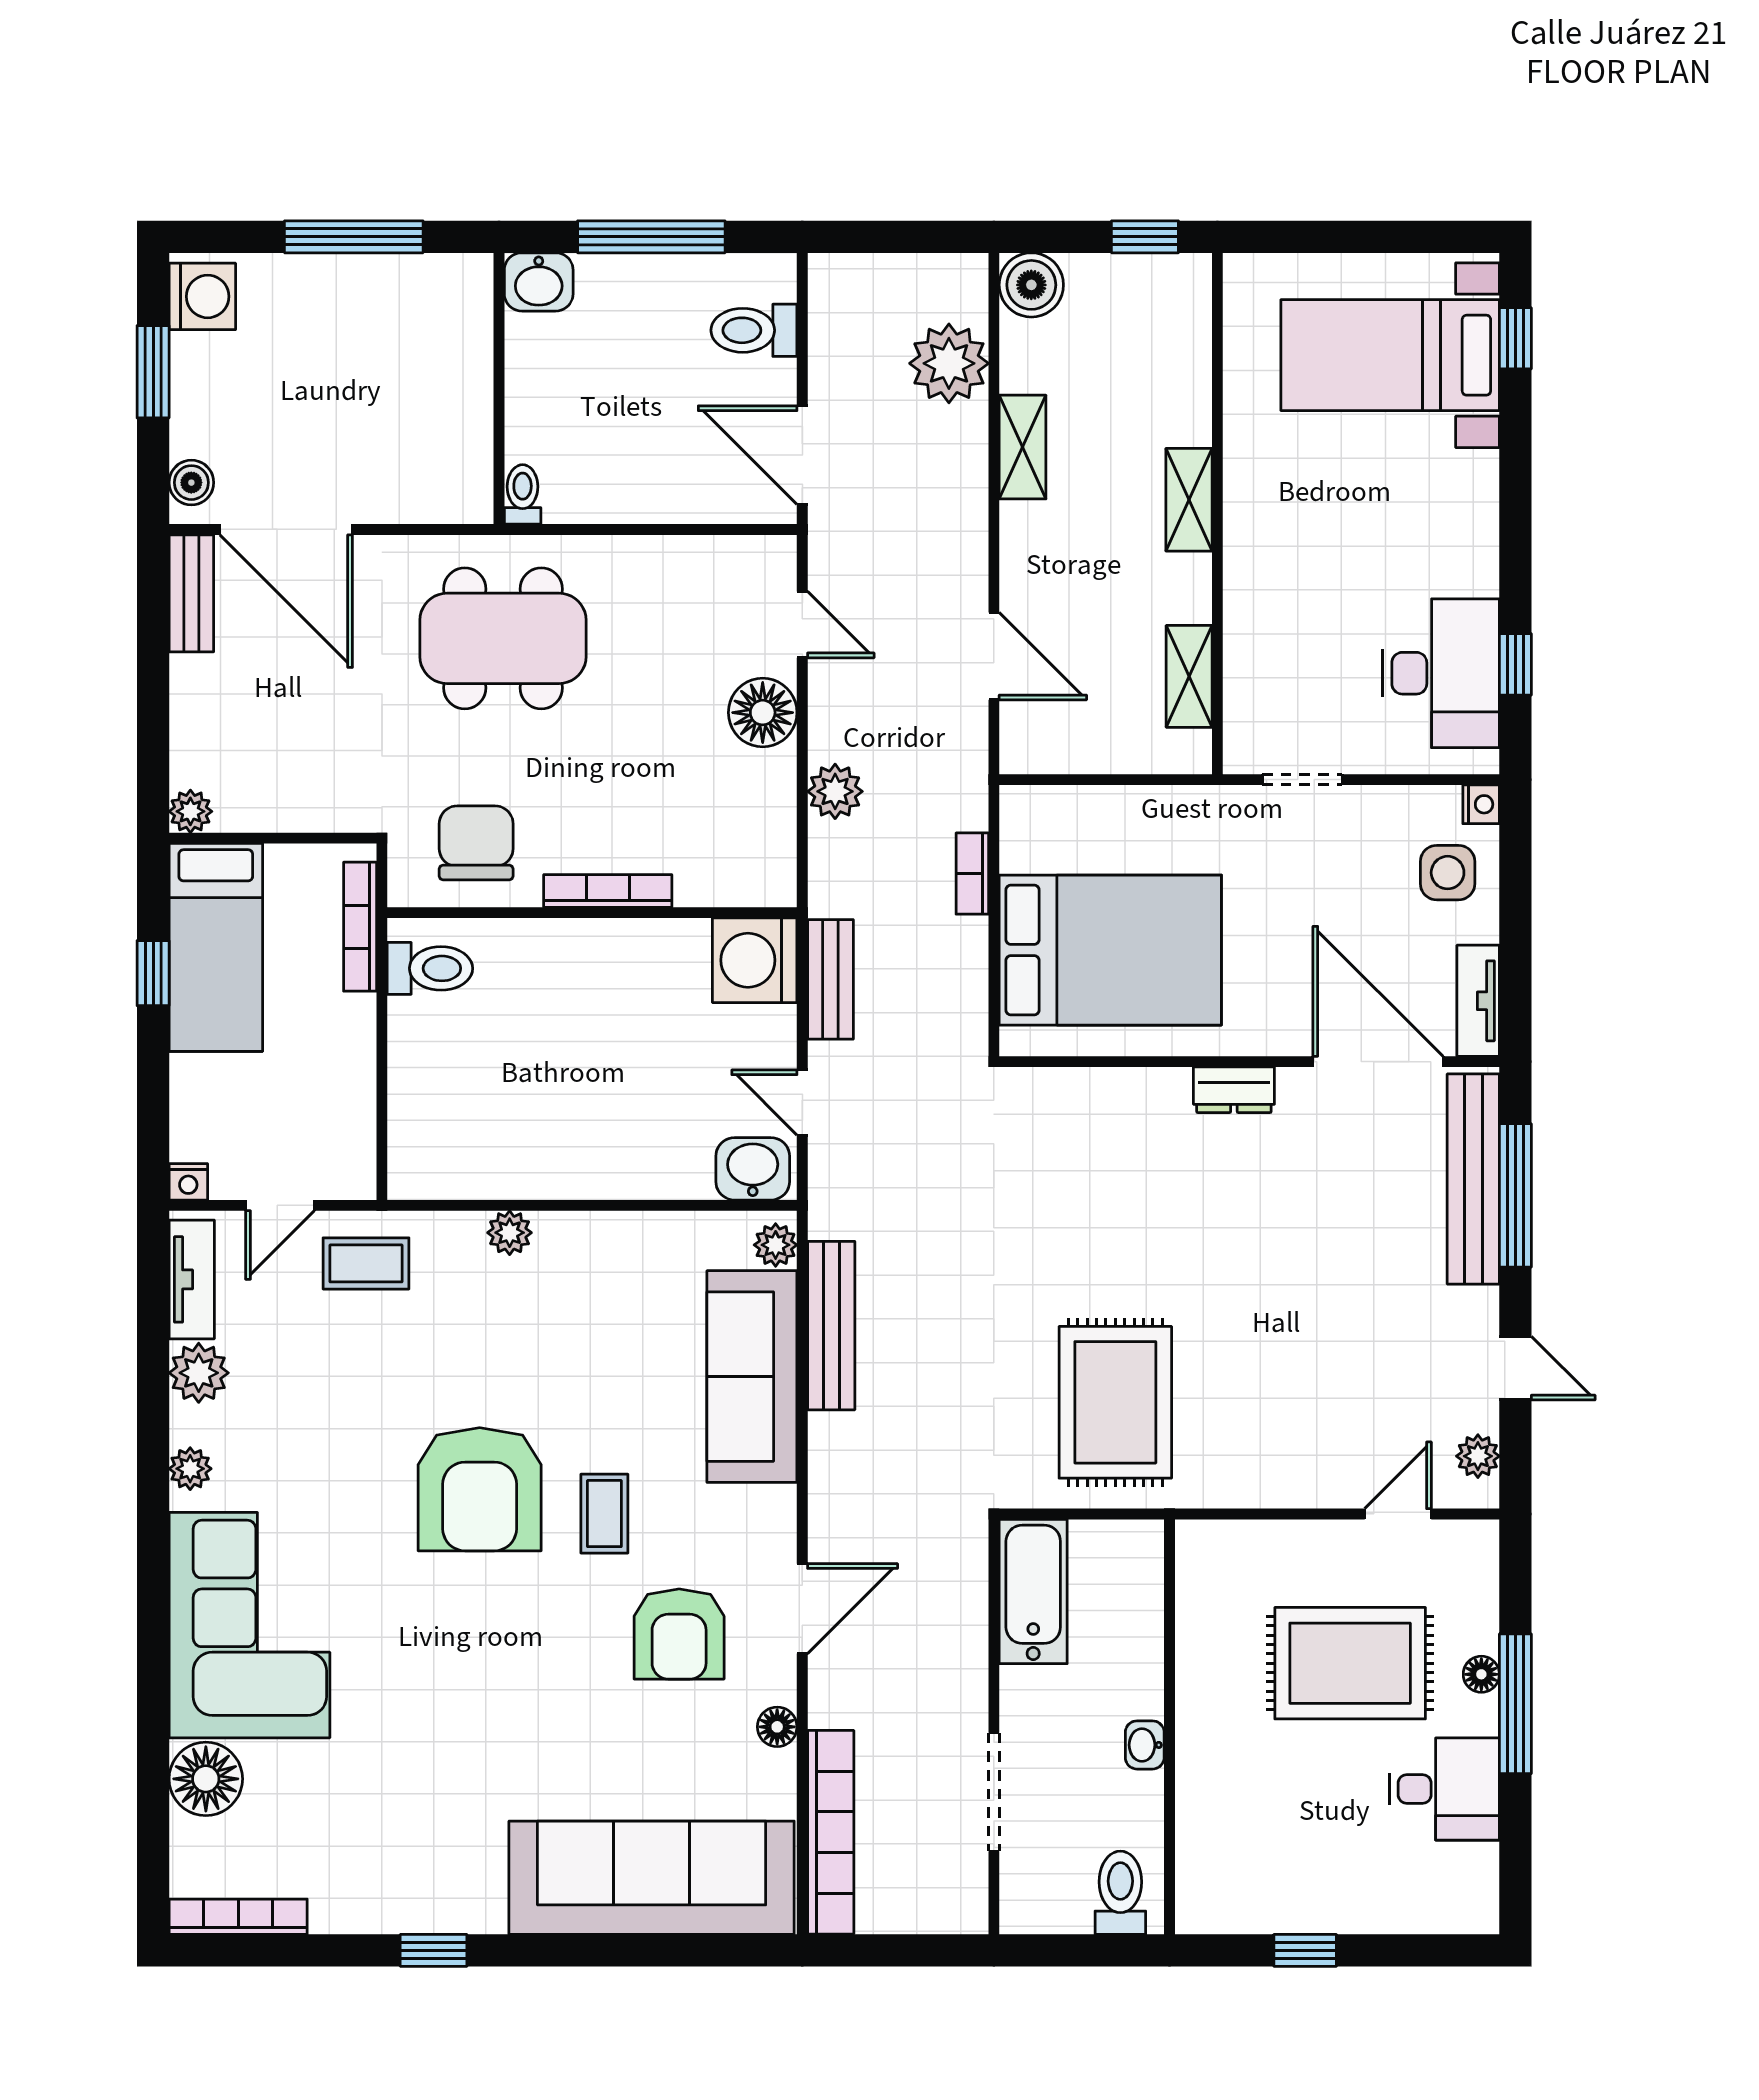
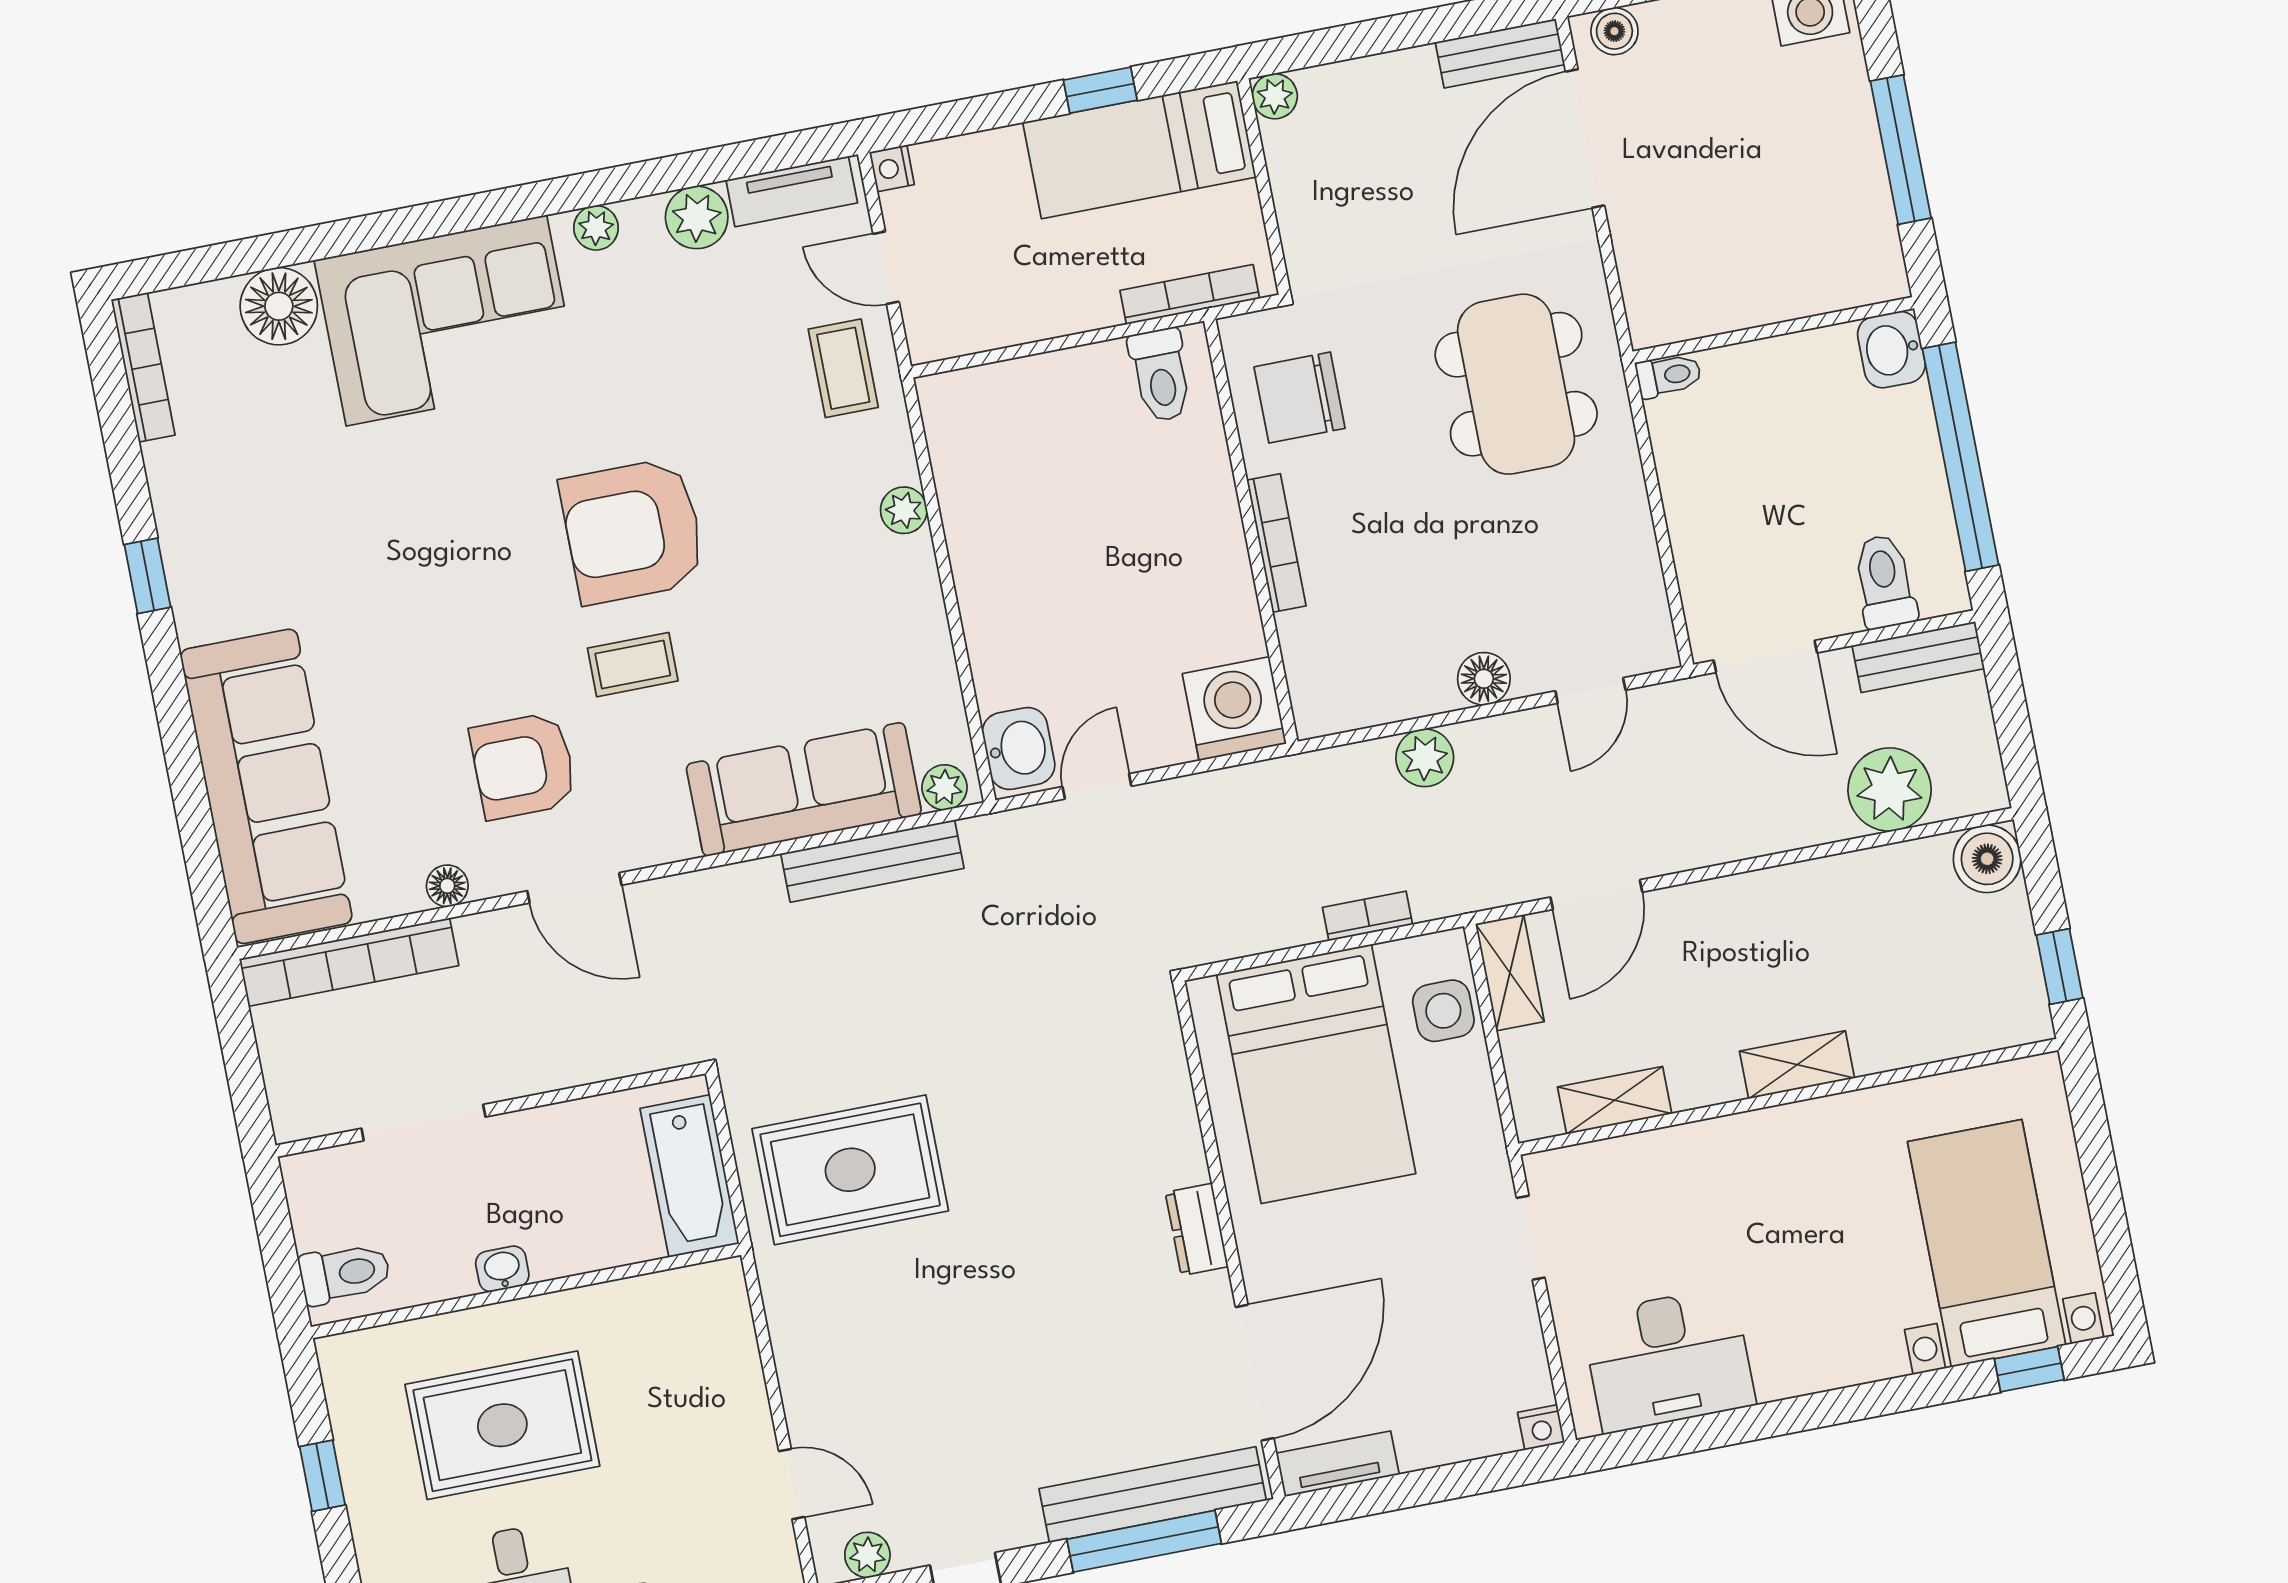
window: (651, 237) -> (1961, 457), width x1.46
shelving: (1023, 447) -> (1510, 973), moved, turned 90
door: (802, 455) -> (1765, 656), swing flipped
window: (1515, 664) -> (1693, 1435), removed
floor lamp: (763, 713) -> (1484, 679), width x0.73, depth x0.73
chair: (476, 843) -> (1300, 398), turned 180
side table: (1448, 873) -> (1443, 1011), moved
bench: (830, 979) -> (1918, 657), moved
bathtub: (1033, 1591) -> (690, 1176), moved, turned 90
rug: (1350, 1663) -> (502, 1425), moved, turned 90

